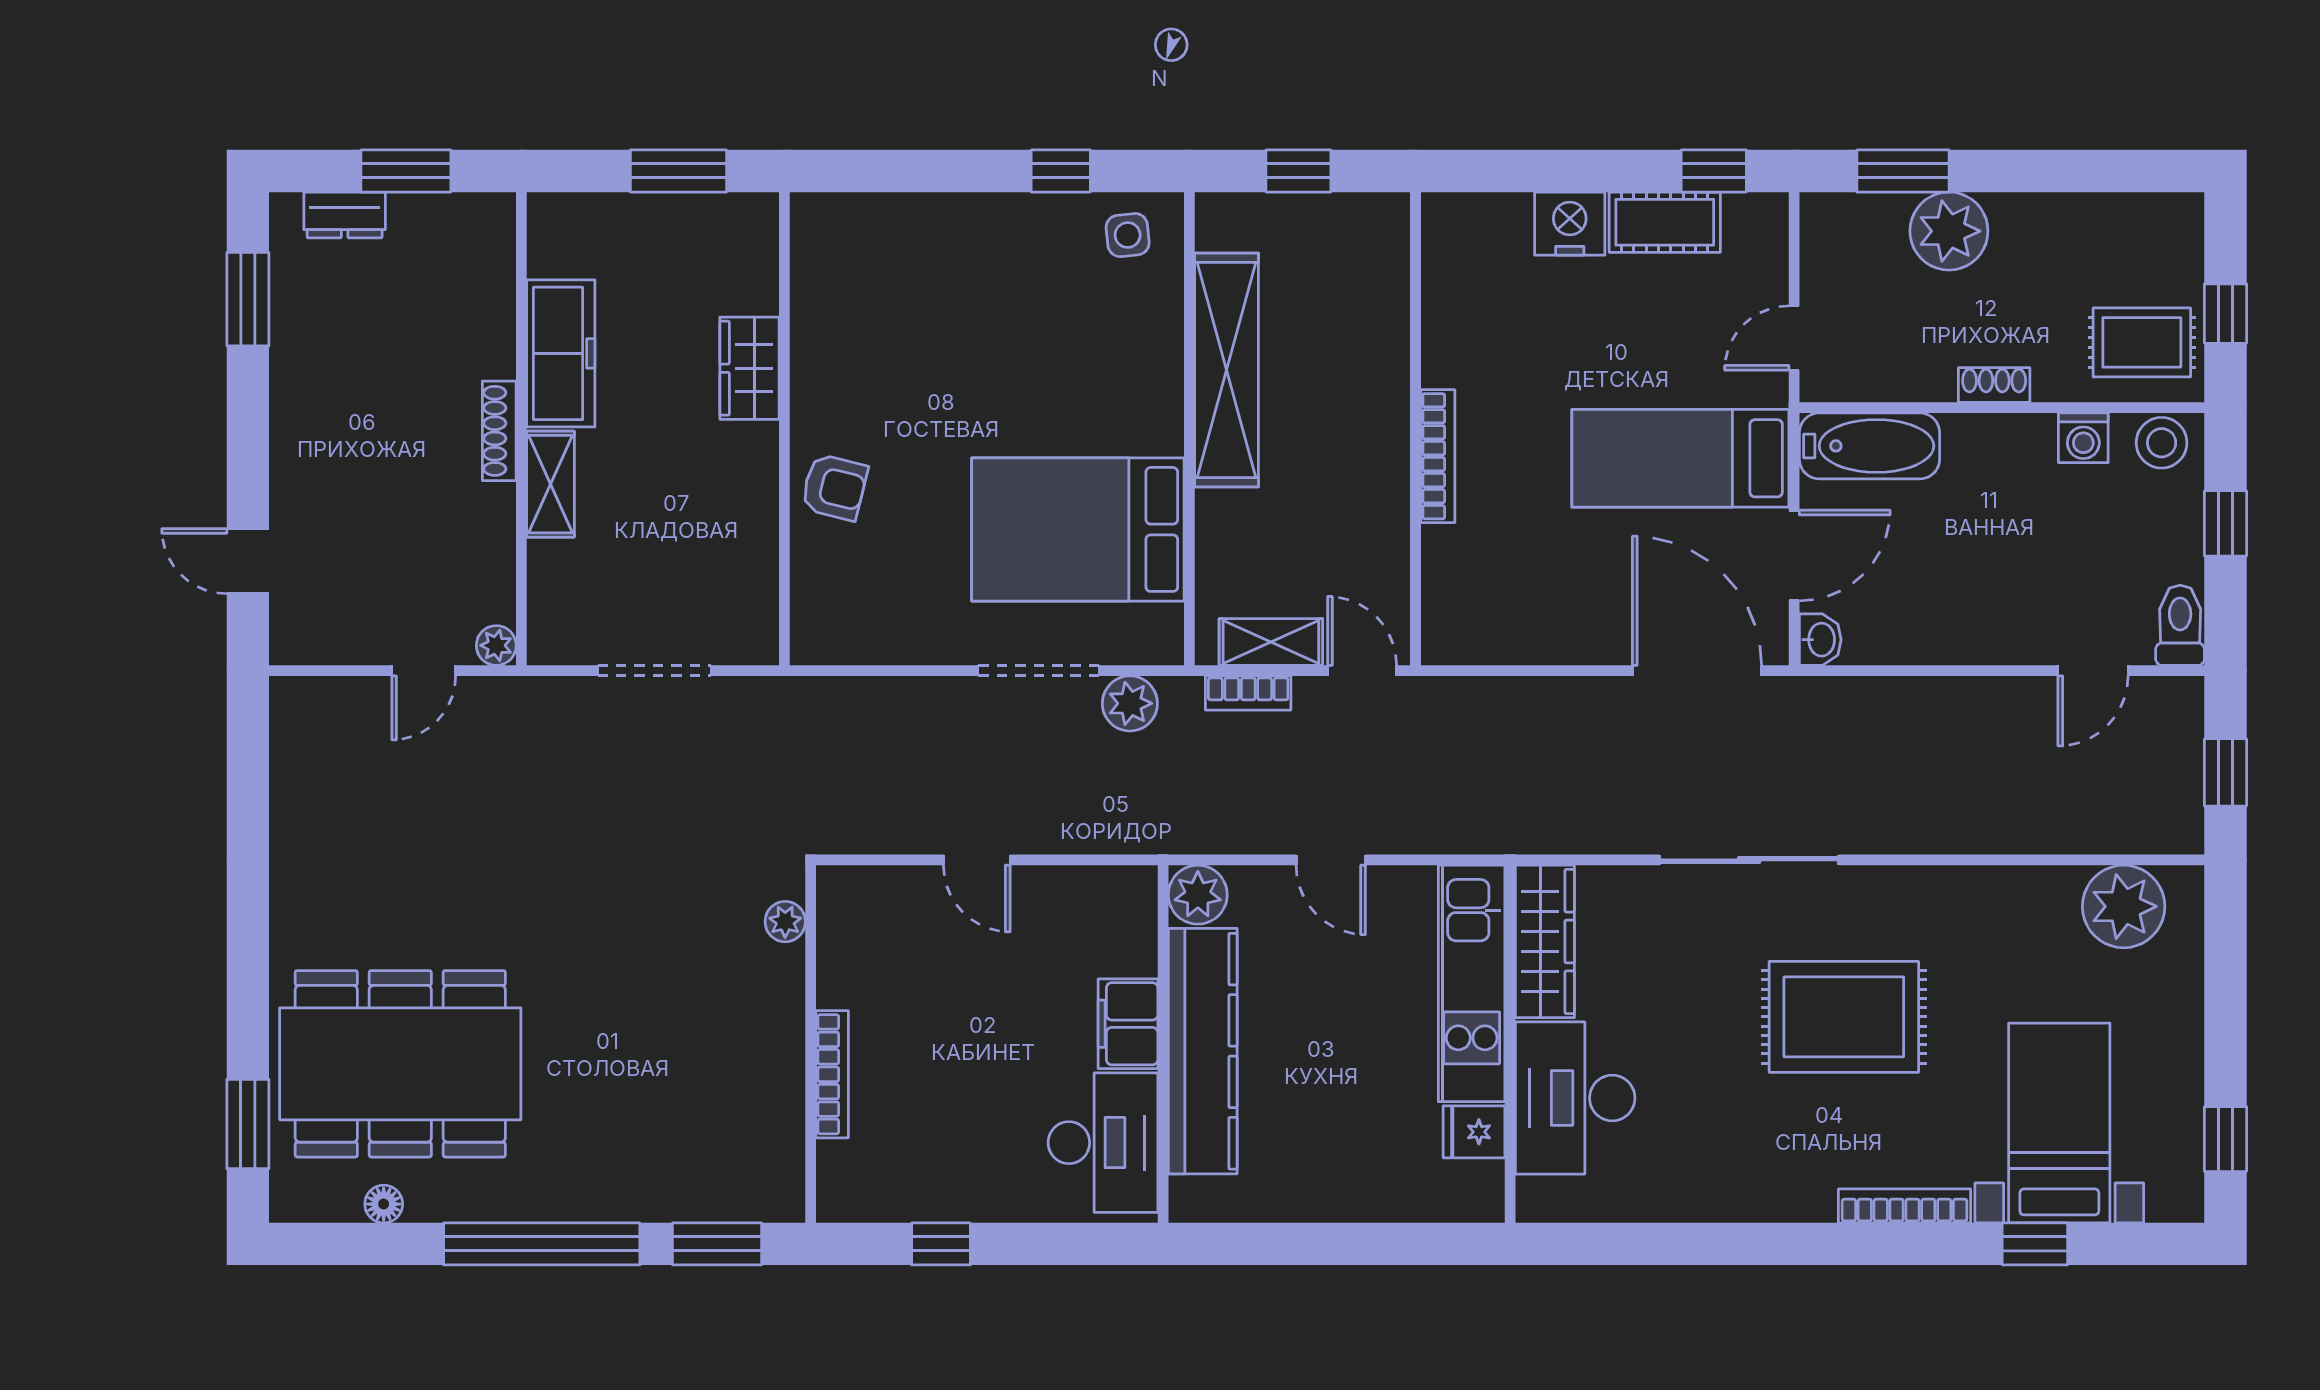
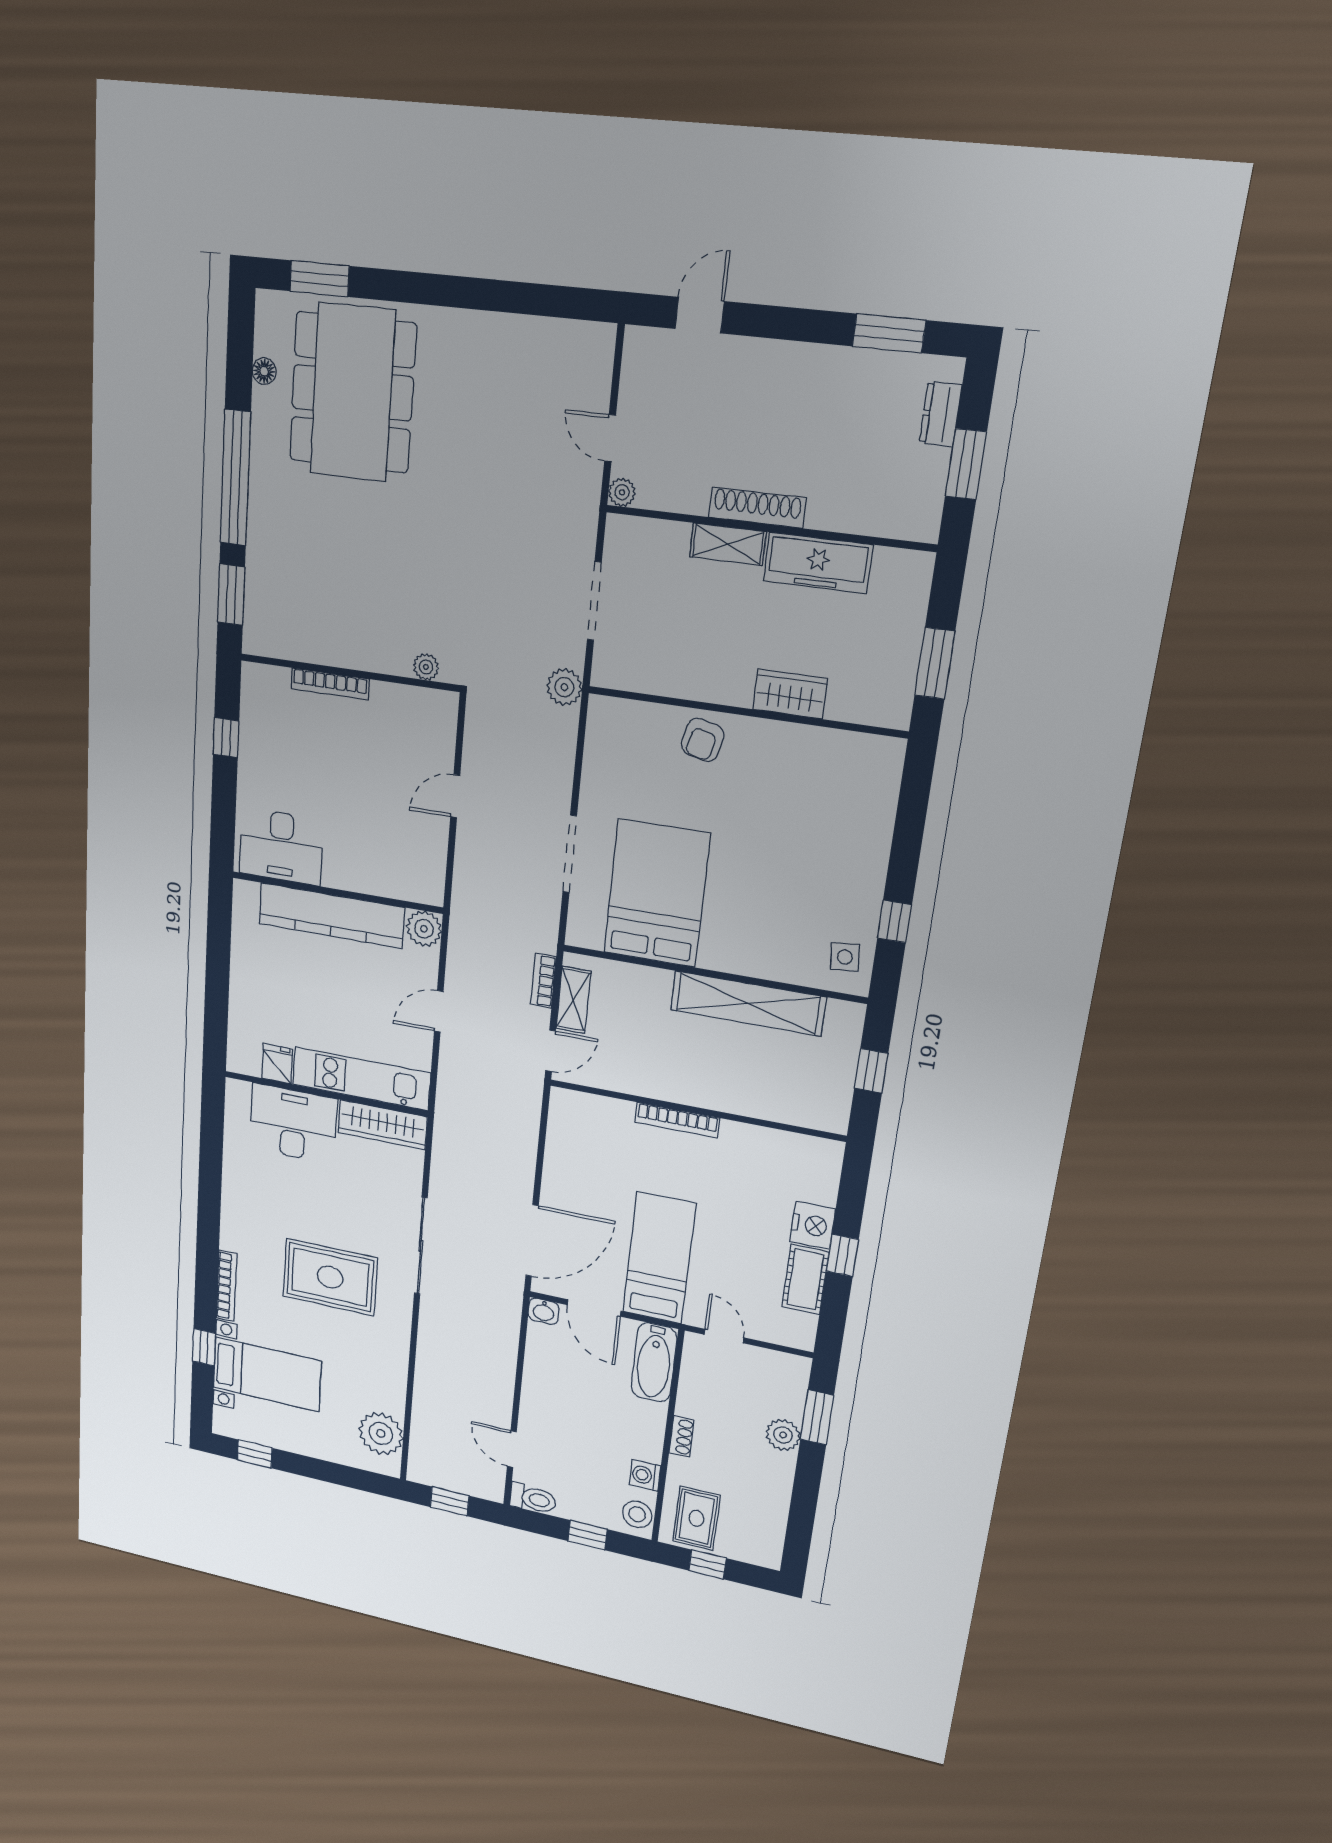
window: (1714, 171) -> (842, 1255), moved
plant: (1949, 231) -> (783, 1435), width x0.73, depth x0.73
shoe rack: (499, 431) -> (757, 508), width x1.36, depth x1.24
plant: (1130, 703) -> (564, 687), moved
rug: (1844, 1017) -> (330, 1277), turned 90
filing cabinet: (1128, 1024) -> (350, 873), removed

